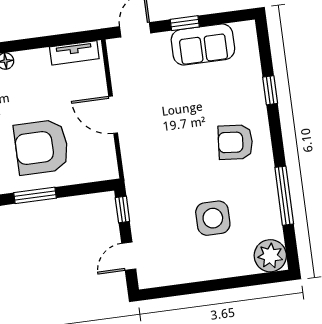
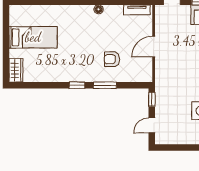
door: (113, 115) -> (154, 47), hinge flipped
armchair: (41, 147) -> (112, 59), width x0.53, depth x0.53

